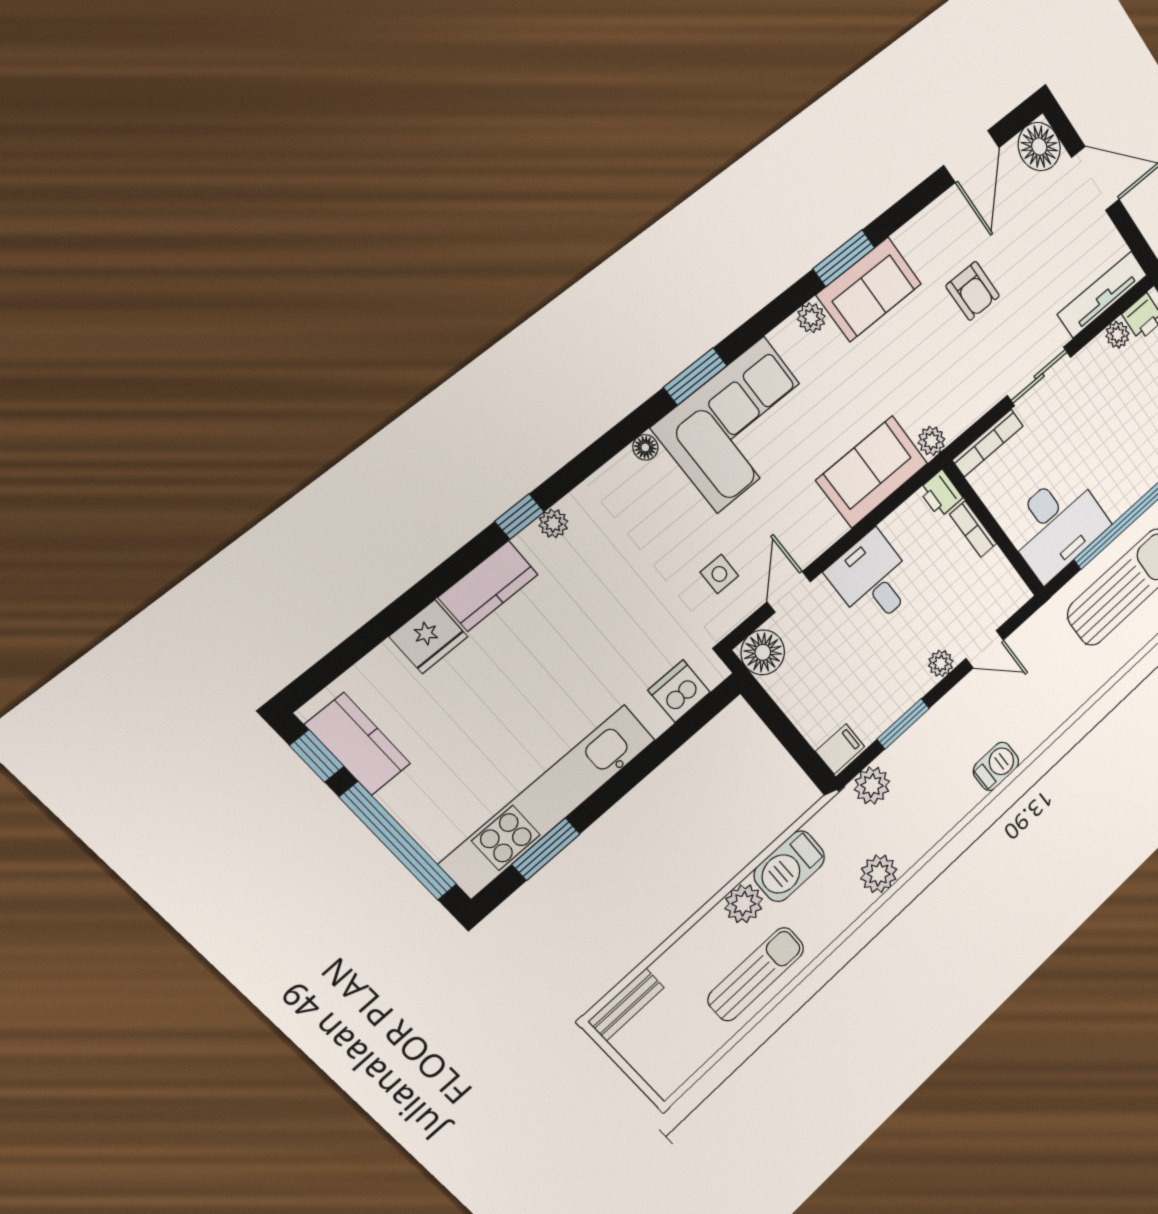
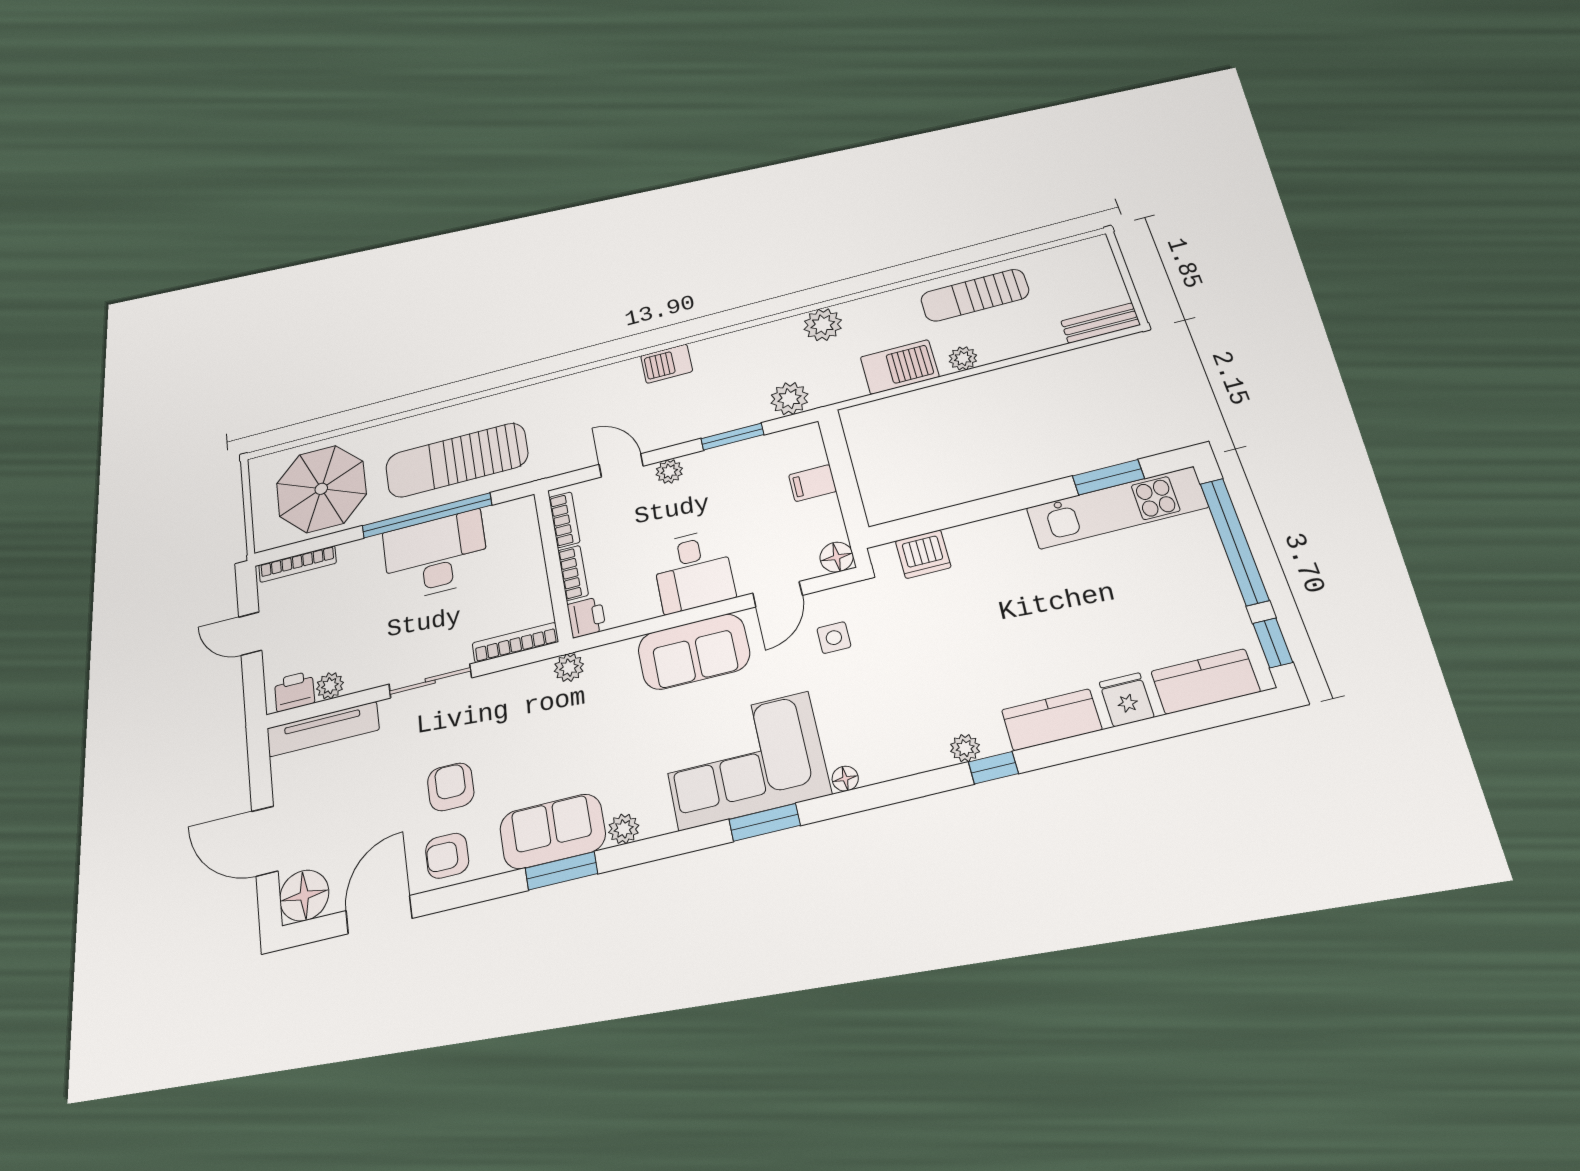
armchair: (944, 230) -> (447, 856), added
sofa: (872, 472) -> (694, 652), moved
desk: (1057, 525) -> (436, 556), moved
bookcase: (1006, 575) -> (564, 520), added
fridge: (429, 637) -> (1127, 700), width x0.72
floor lamp: (763, 652) -> (837, 557), width x0.73, depth x0.73
kitchen counter: (358, 744) -> (1205, 682), moved, turned 90
filing cabinet: (840, 749) -> (813, 483), moved
kitchen unit: (549, 801) -> (1117, 508), width x0.73
plant: (744, 904) -> (963, 358), width x0.73, depth x0.73

